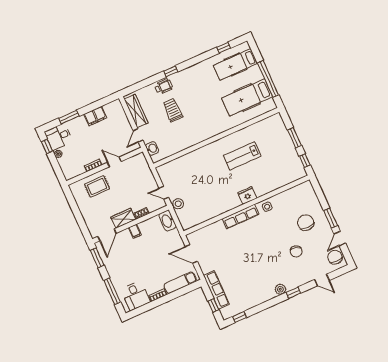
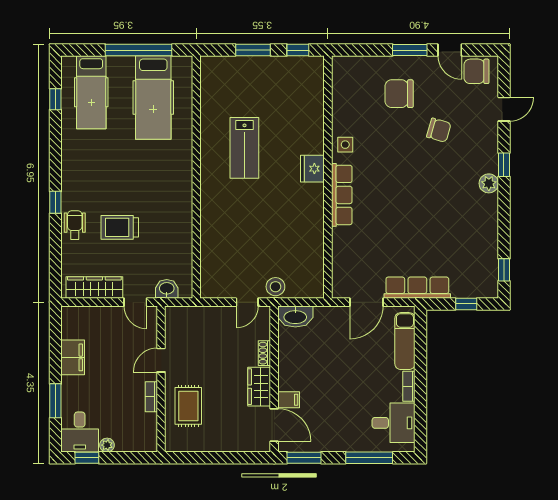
filing cabinet: (135, 231) -> (289, 400), moved
row of seats: (216, 290) -> (417, 288), moved

